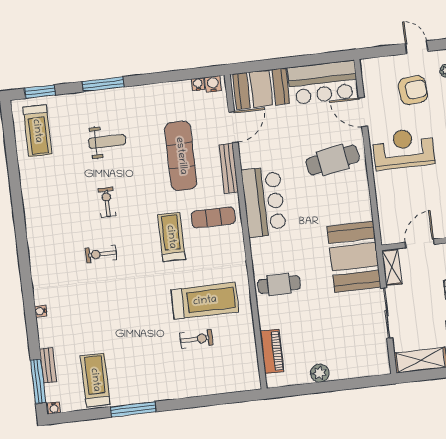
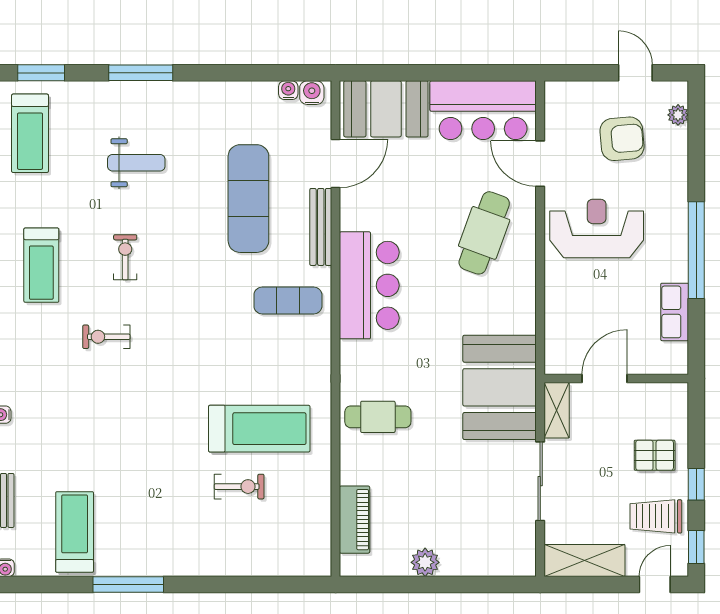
cafe table: (333, 160) -> (484, 233), turned -60
treadmill: (171, 237) -> (41, 265), moved, turned 180

